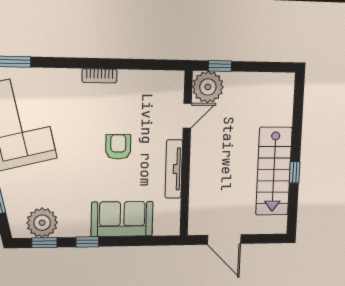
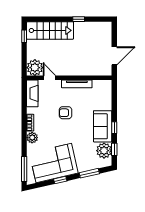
window: (220, 66) -> (24, 36), moved
plant: (69, 80) -> (32, 138), added
fireplace: (158, 81) -> (32, 93), added
stairs: (274, 171) -> (50, 30), moved
sofa: (122, 219) -> (103, 126), moved

